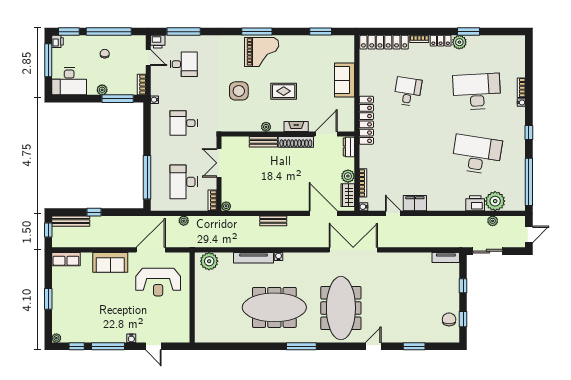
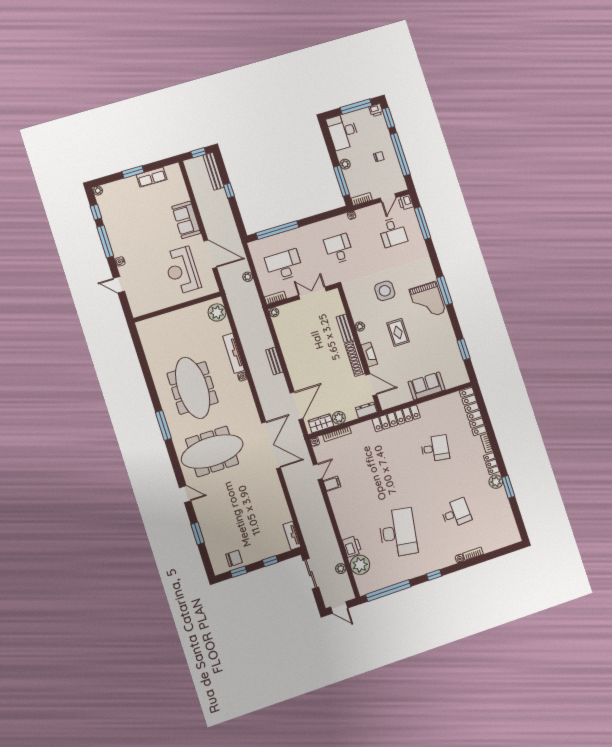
desk: (477, 92) -> (456, 513), width x0.53, depth x0.77
filing cabinet: (415, 203) -> (332, 484), width x0.50
row of seats: (66, 259) -> (152, 177), moved, turned -90
door: (153, 346) -> (119, 285), hinge flipped

